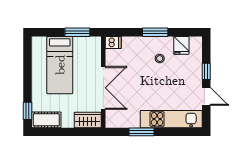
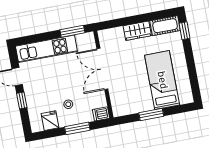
dishwasher: (113, 42) -> (101, 114), moved
wall: (103, 82) -> (103, 74), moved
double door: (103, 88) -> (102, 69), moved
wardrobe: (88, 120) -> (137, 31), moved

